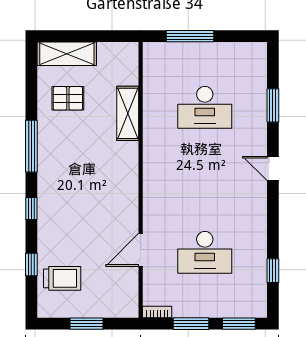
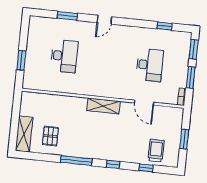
window: (190, 36) -> (21, 60), width x0.69
shelving: (128, 113) -> (103, 106), moved

